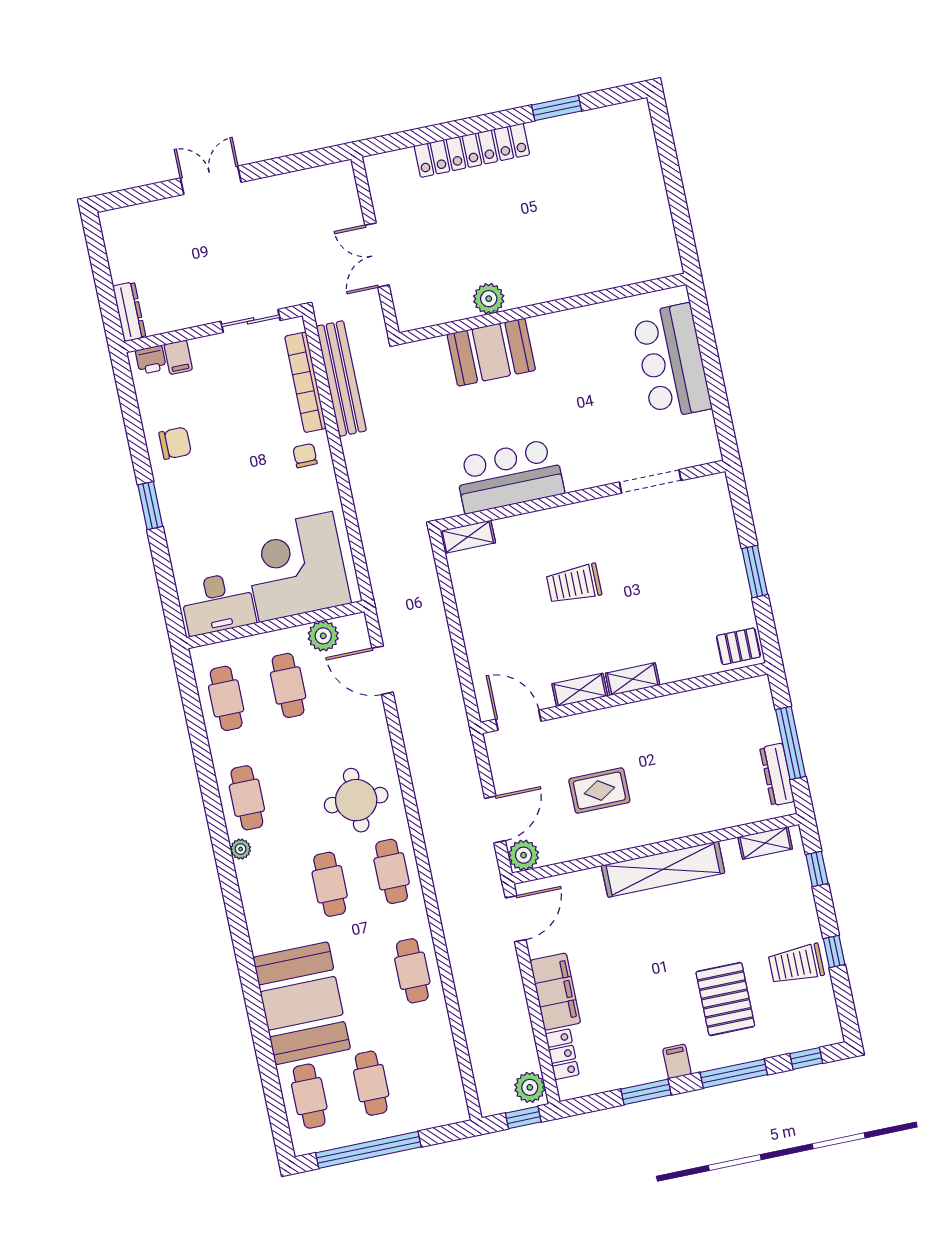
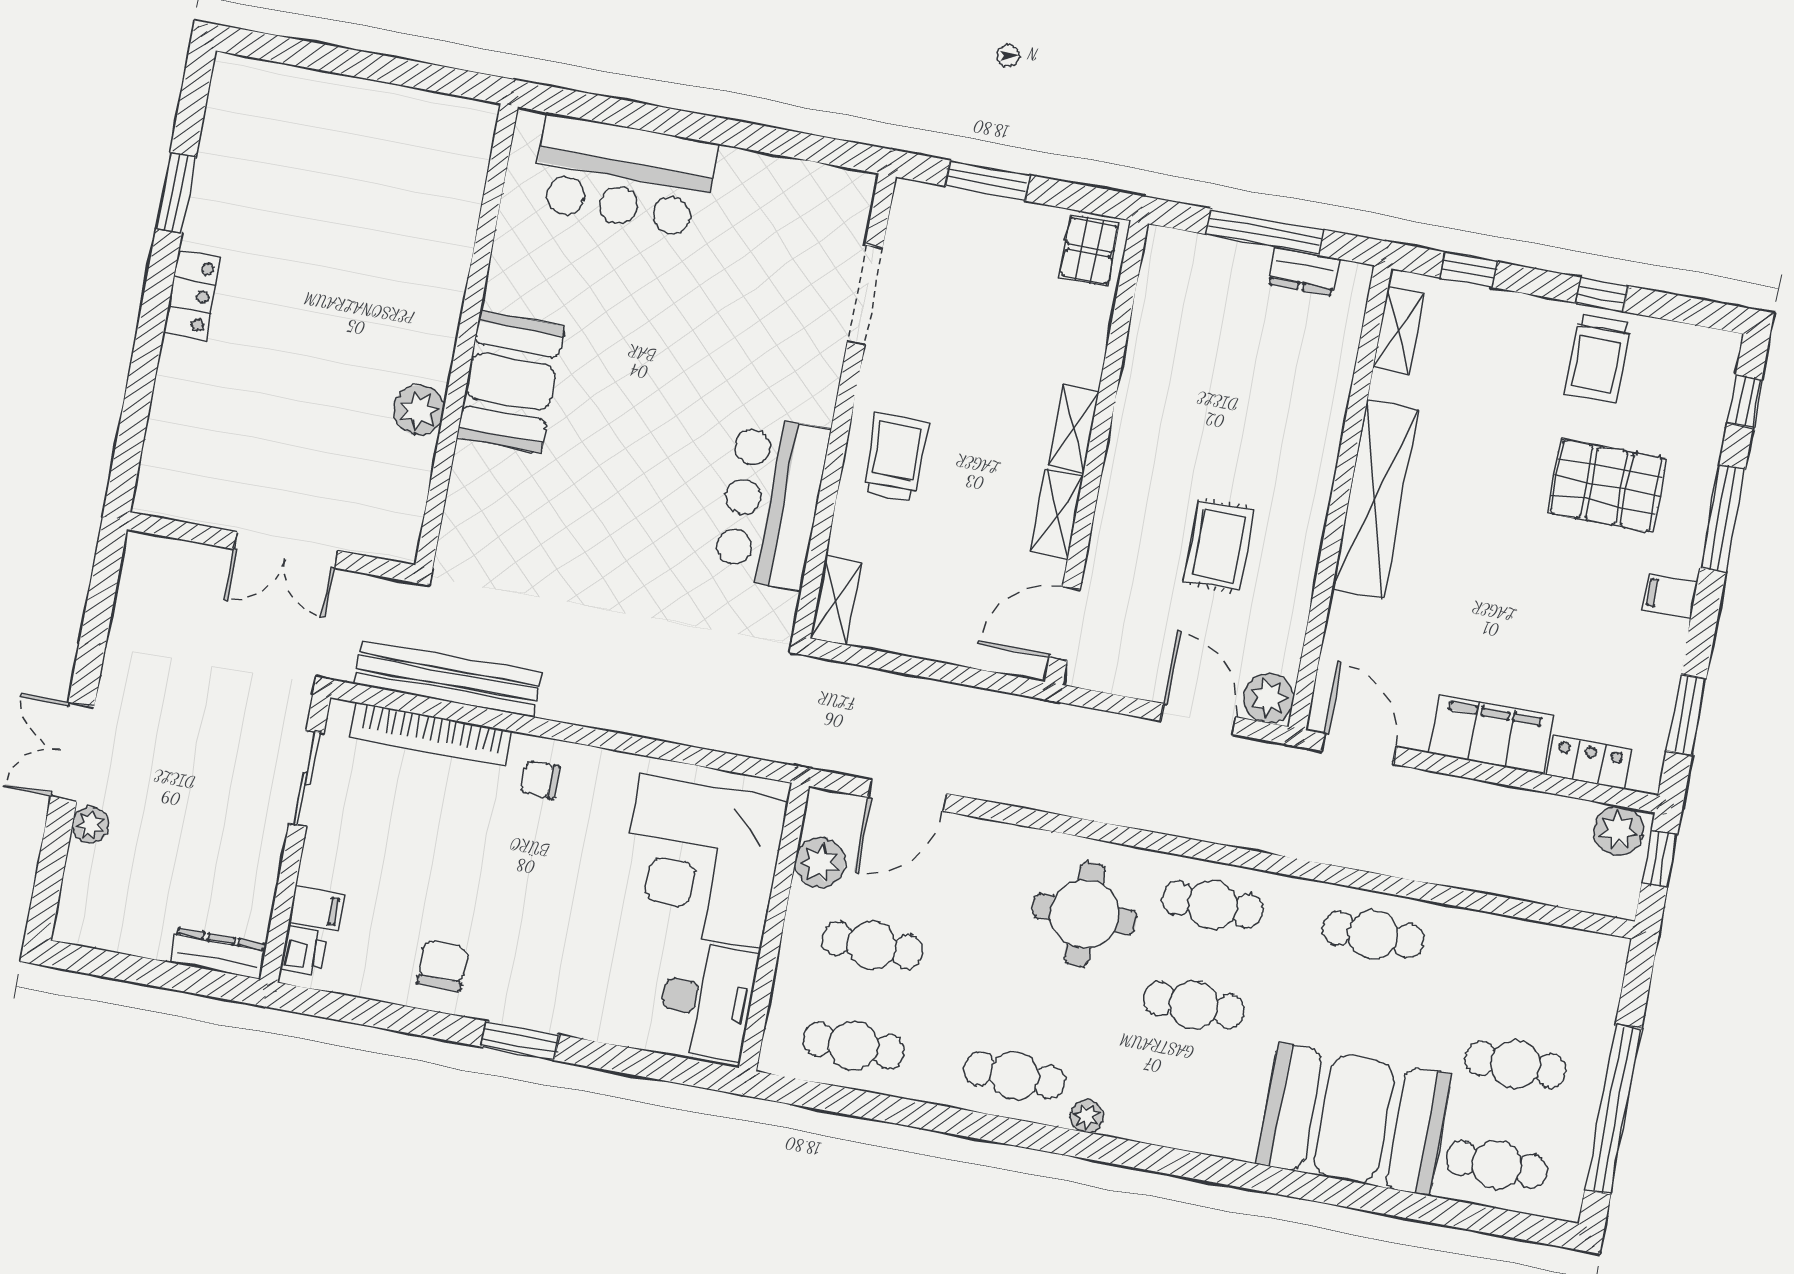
locker: (472, 150) -> (192, 295), width x0.46, depth x0.83
plant: (173, 208) -> (90, 825), added
booth: (491, 352) -> (511, 382), moved
bar counter: (509, 476) -> (771, 502), moved
doorway: (650, 481) -> (865, 295), moved
wall: (582, 496) -> (844, 406), moved
shelving: (468, 537) -> (836, 601), moved
trolley: (574, 584) -> (896, 457), turned 180
dresser: (777, 775) -> (1304, 271), width x0.70
window: (646, 1092) -> (1686, 715), moved

